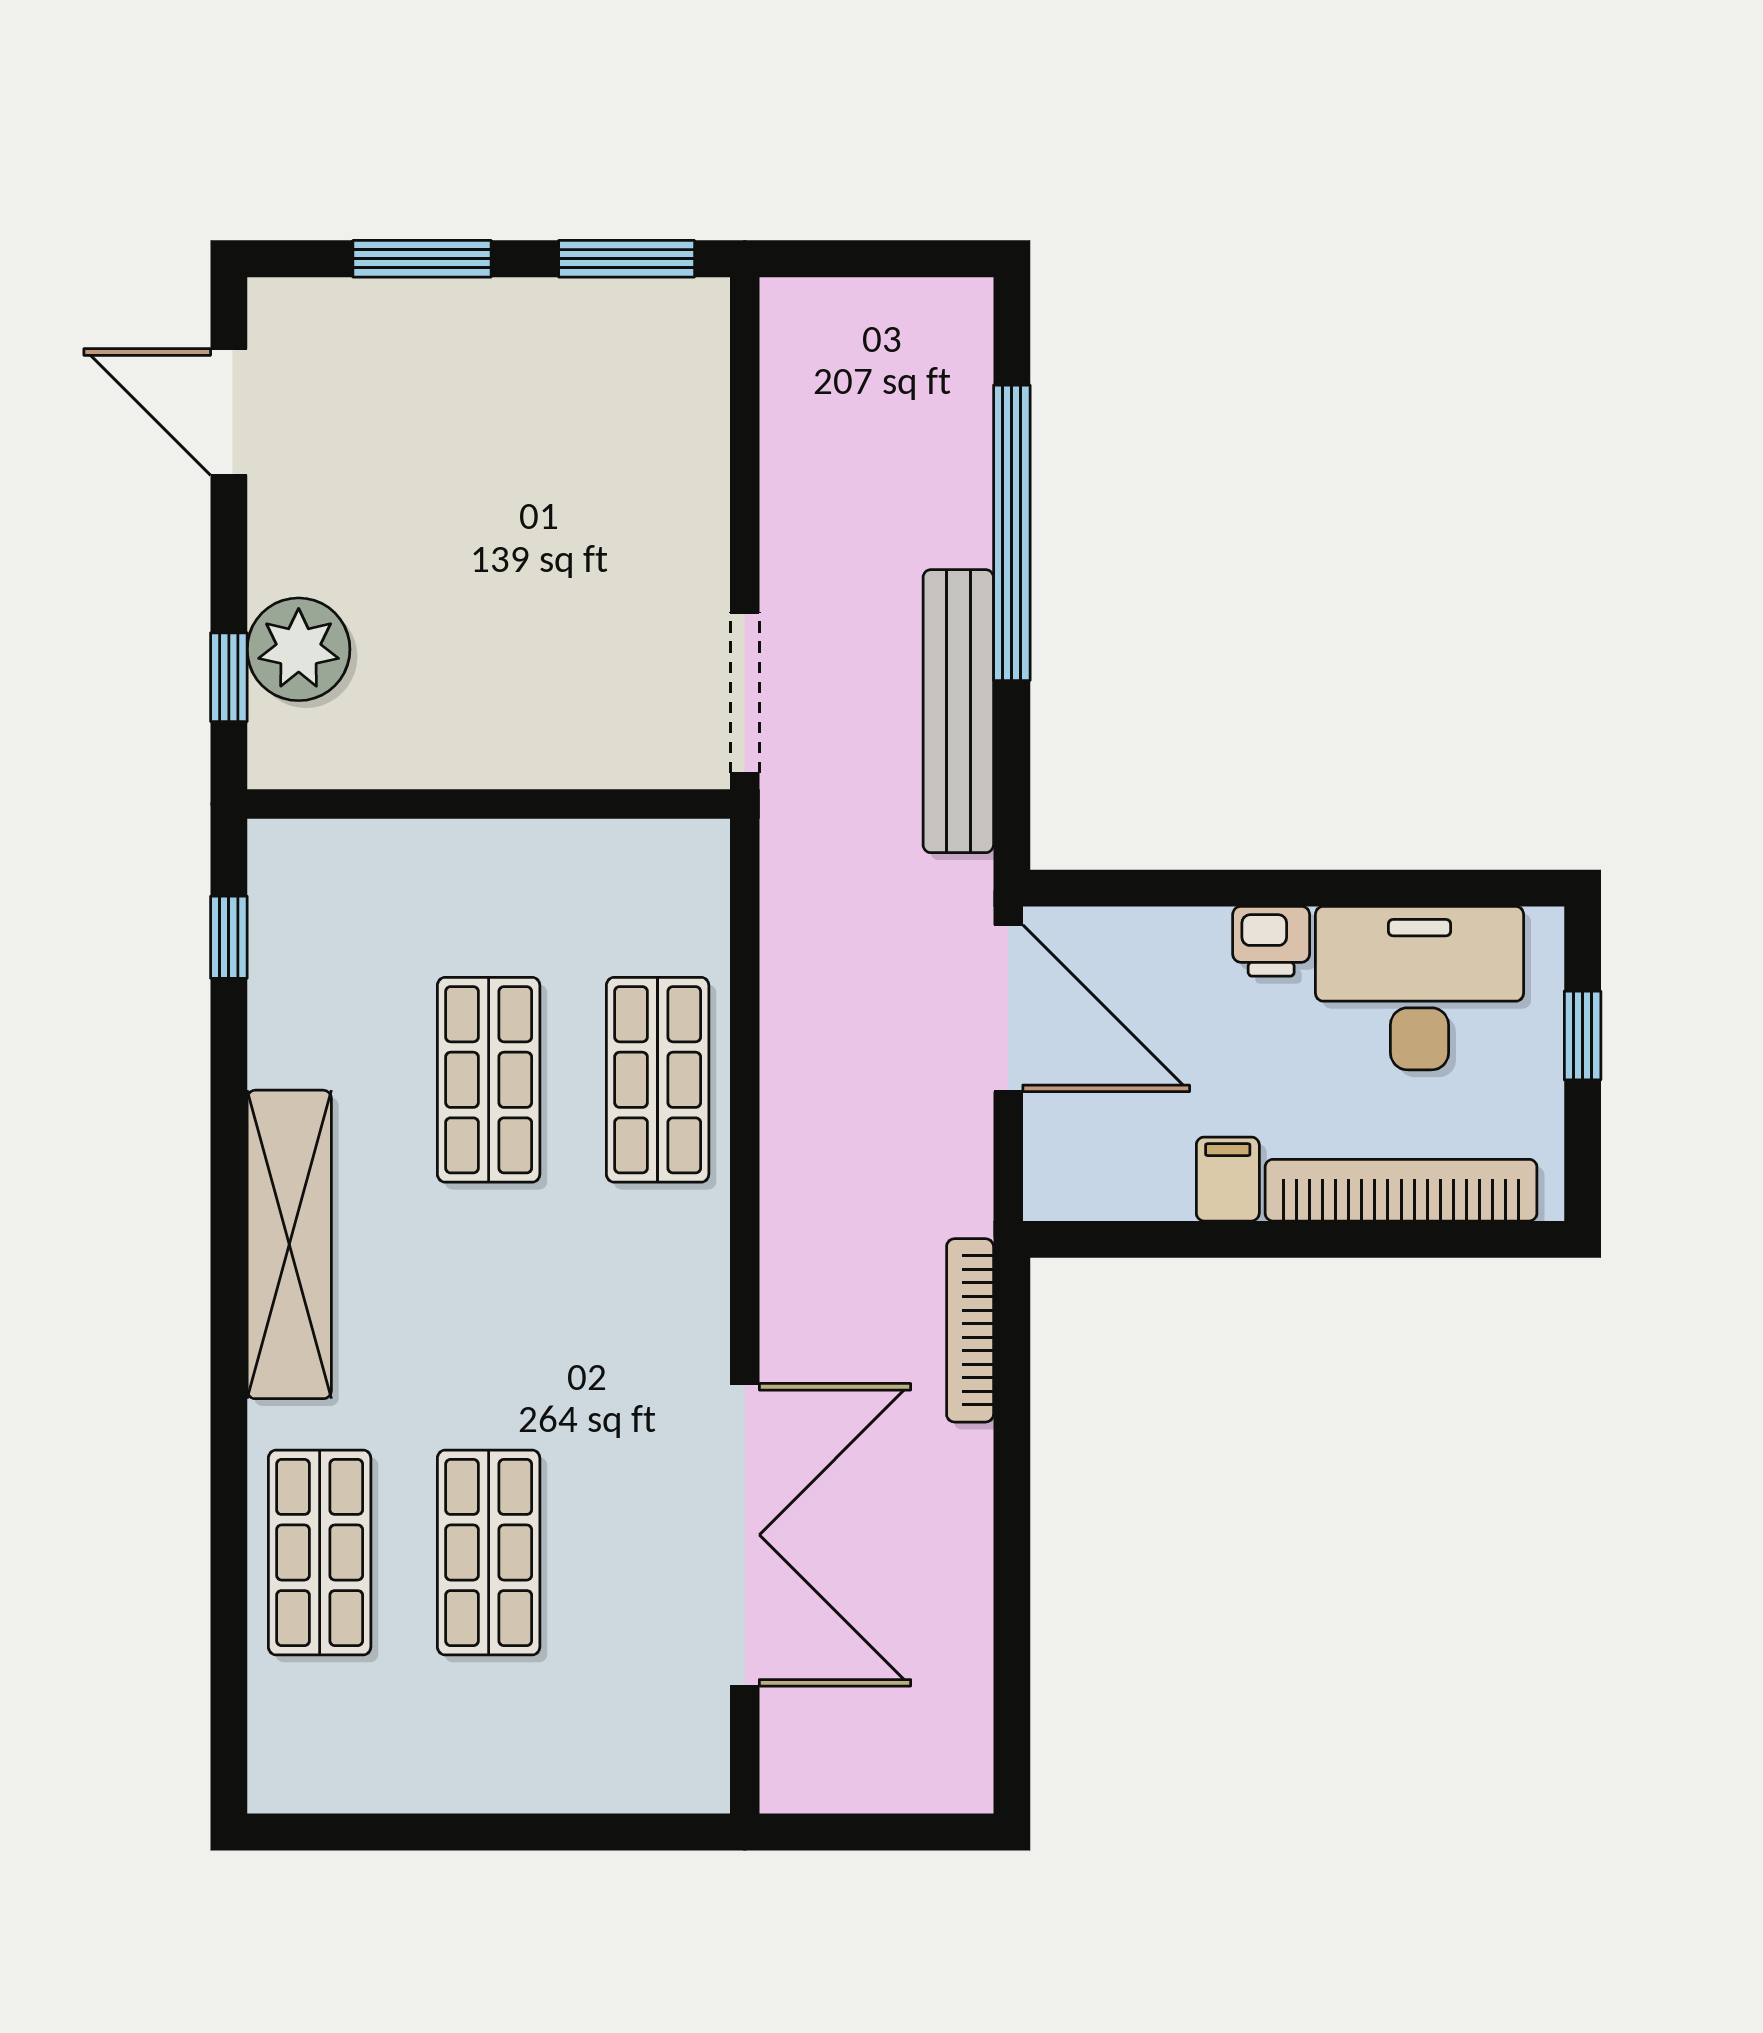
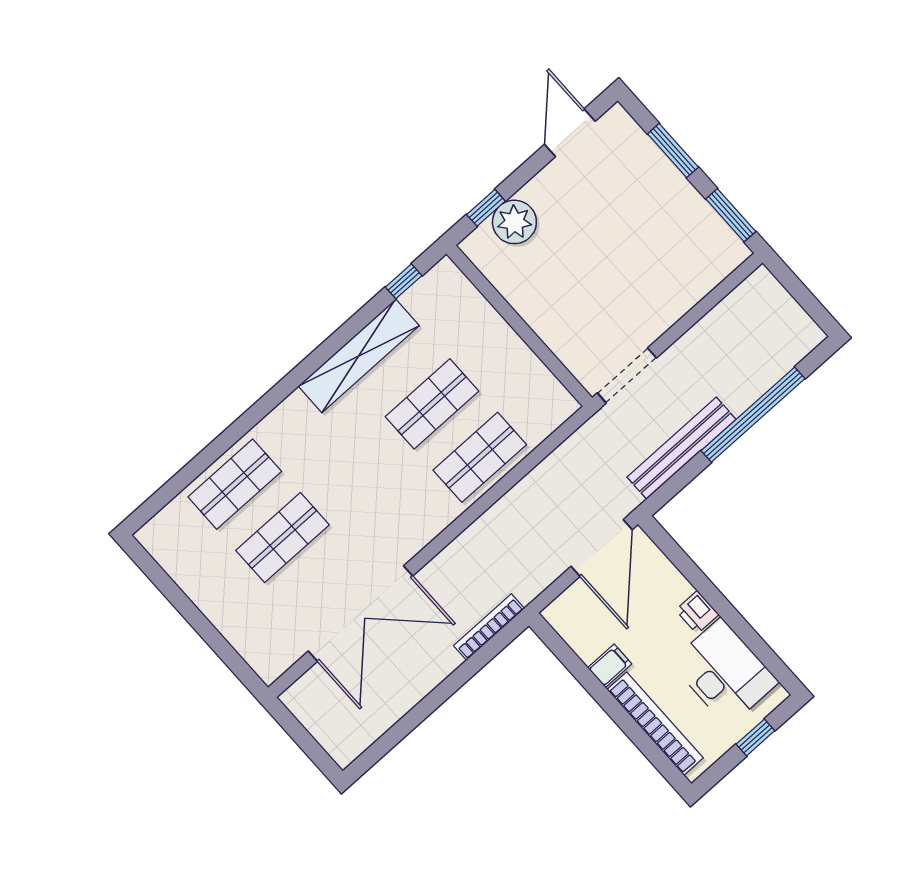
shelving: (289, 1244) -> (359, 356), moved

